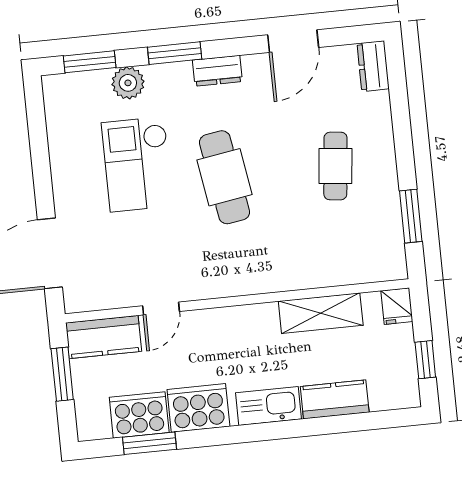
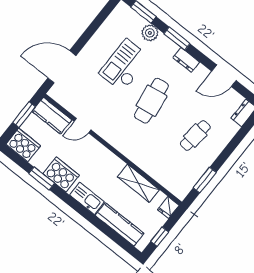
kitchen counter: (335, 399) -> (120, 224), width x1.50
cooker: (139, 415) -> (23, 145), moved
window: (150, 443) -> (42, 178), moved

